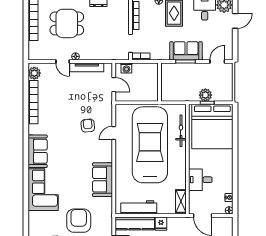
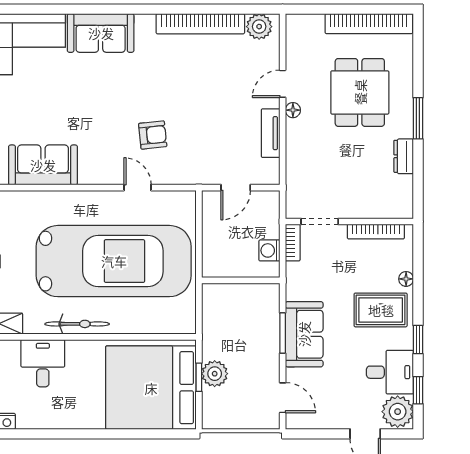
tv unit: (87, 67) -> (271, 133), width x0.71
washing machine: (126, 68) -> (269, 250), moved
bicycle: (181, 131) -> (77, 324), moved

